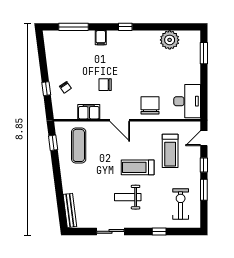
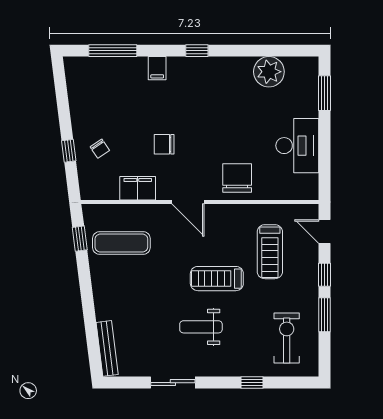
desk: (187, 101) -> (297, 146), moved
door: (204, 138) -> (324, 231), hinge flipped
exercise mat: (79, 145) -> (121, 243), turned 90

